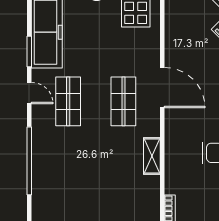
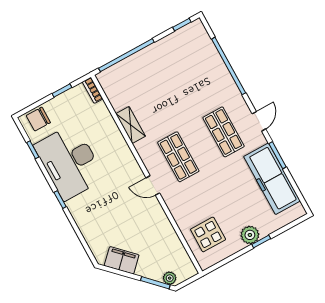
door: (162, 88) -> (153, 185), width x0.53
door: (29, 93) -> (259, 121), swing flipped

